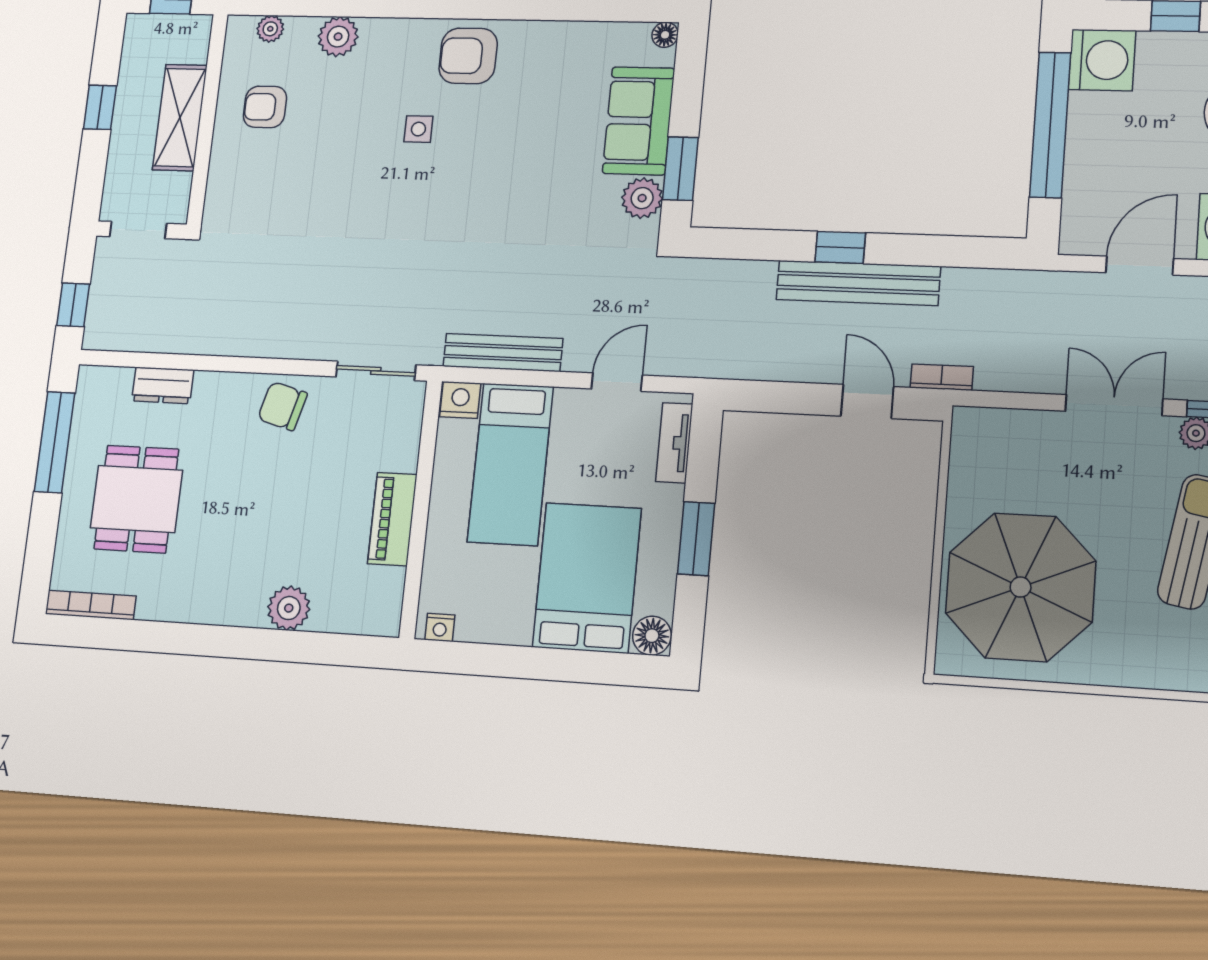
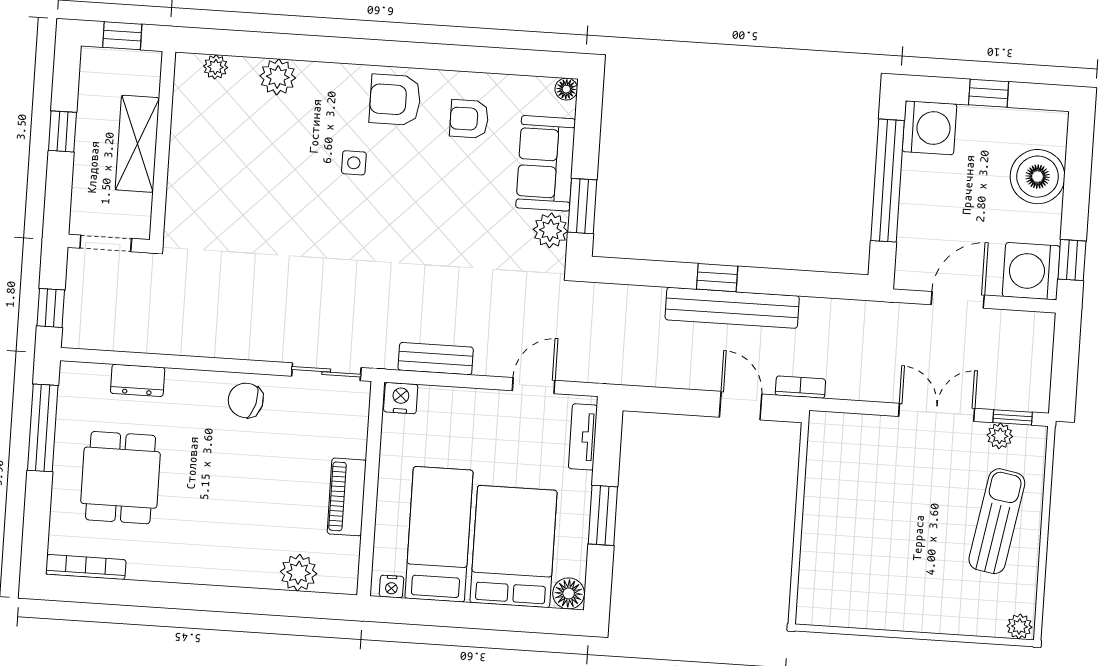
armchair: (265, 107) -> (469, 119), moved
bench: (503, 353) -> (436, 359), width x0.73
bed: (510, 464) -> (439, 534), moved, turned 180
parasol: (1021, 587) -> (863, 556), removed
plant: (289, 608) -> (299, 573), moved

